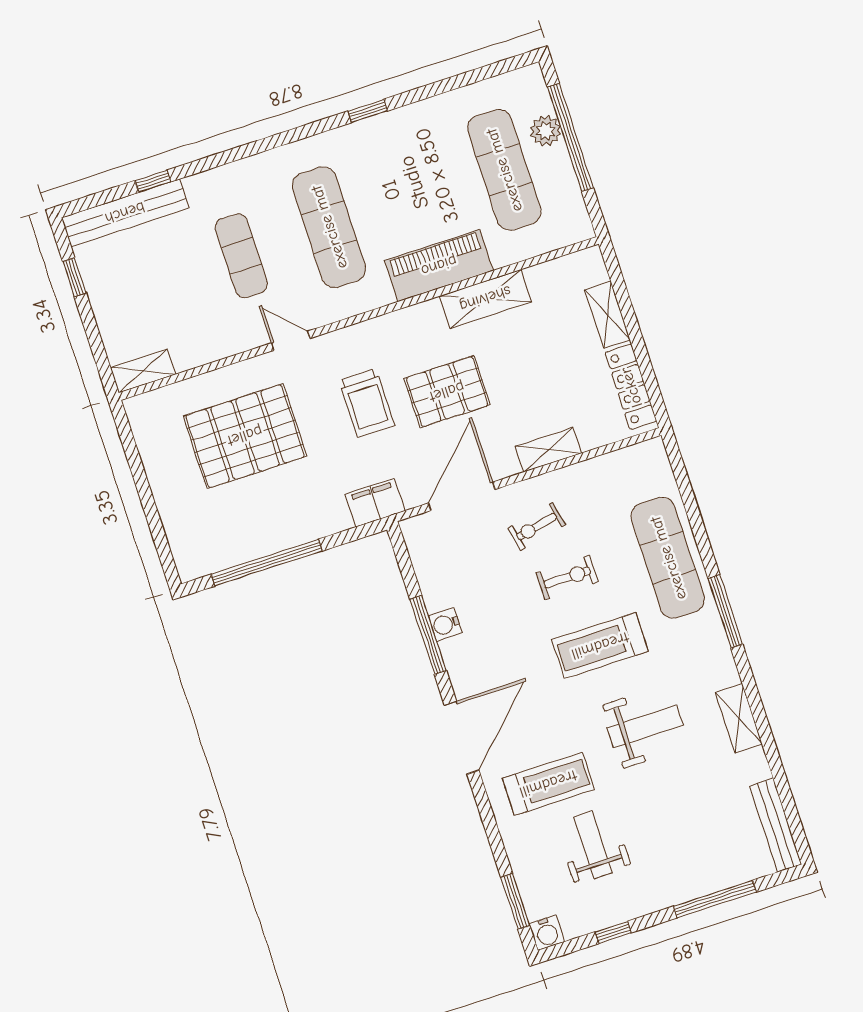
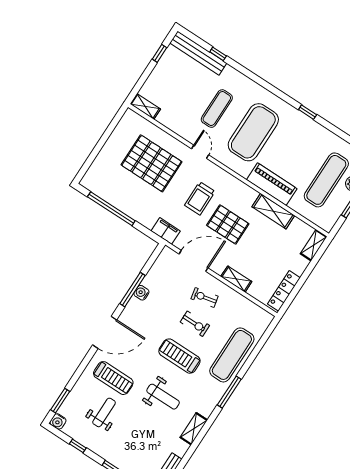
exercise mat: (329, 227) -> (253, 132), width x1.47
shelving: (607, 315) -> (314, 245), moved

